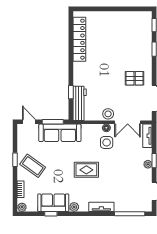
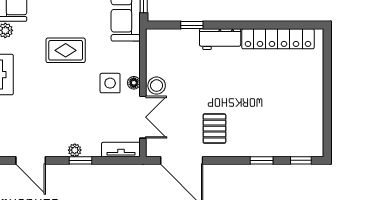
workbench: (80, 103) -> (220, 39), moved, width x0.73
double door: (128, 122) -> (143, 117), swing flipped
rug: (86, 170) -> (66, 50), turned 90

